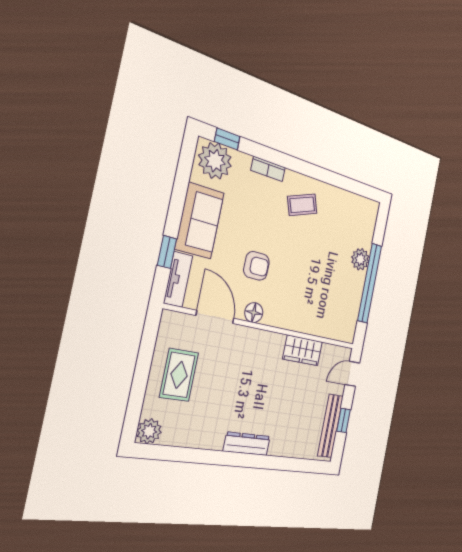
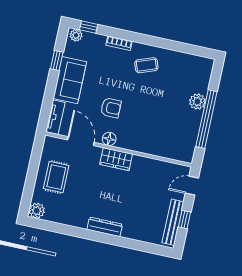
plant: (215, 161) -> (76, 35), width x0.53, depth x0.53
window: (167, 252) -> (57, 60), moved
wardrobe: (303, 350) -> (116, 159), moved

